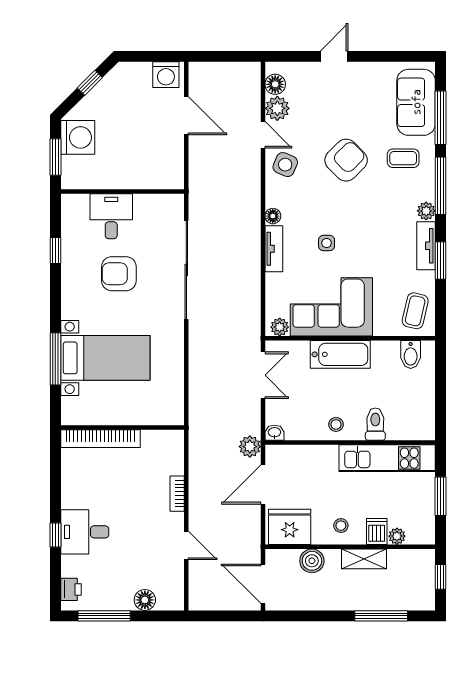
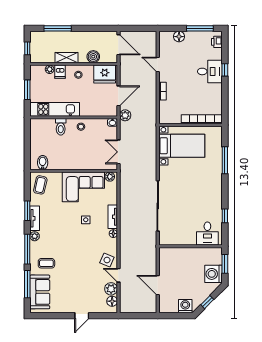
washing machine: (166, 75) -> (185, 306), moved
armchair: (346, 160) -> (76, 262), removed
desk: (111, 216) -> (207, 233), moved
armchair: (119, 274) -> (192, 204), removed
bathtub: (340, 354) -> (79, 163), removed
bed with nightstands: (105, 358) -> (182, 146), moved, turned 180

